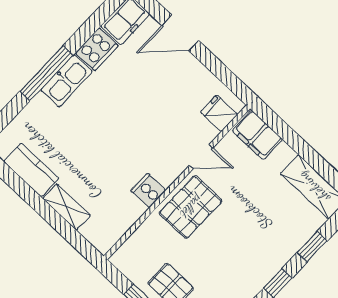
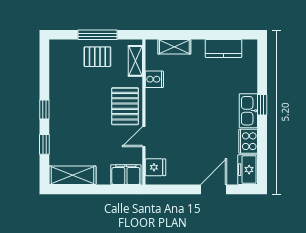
window: (46, 73) -> (262, 105), width x0.46
cooker: (148, 191) -> (154, 79), moved
shelving: (67, 207) -> (174, 47), moved
shelving: (135, 244) -> (135, 61), added

